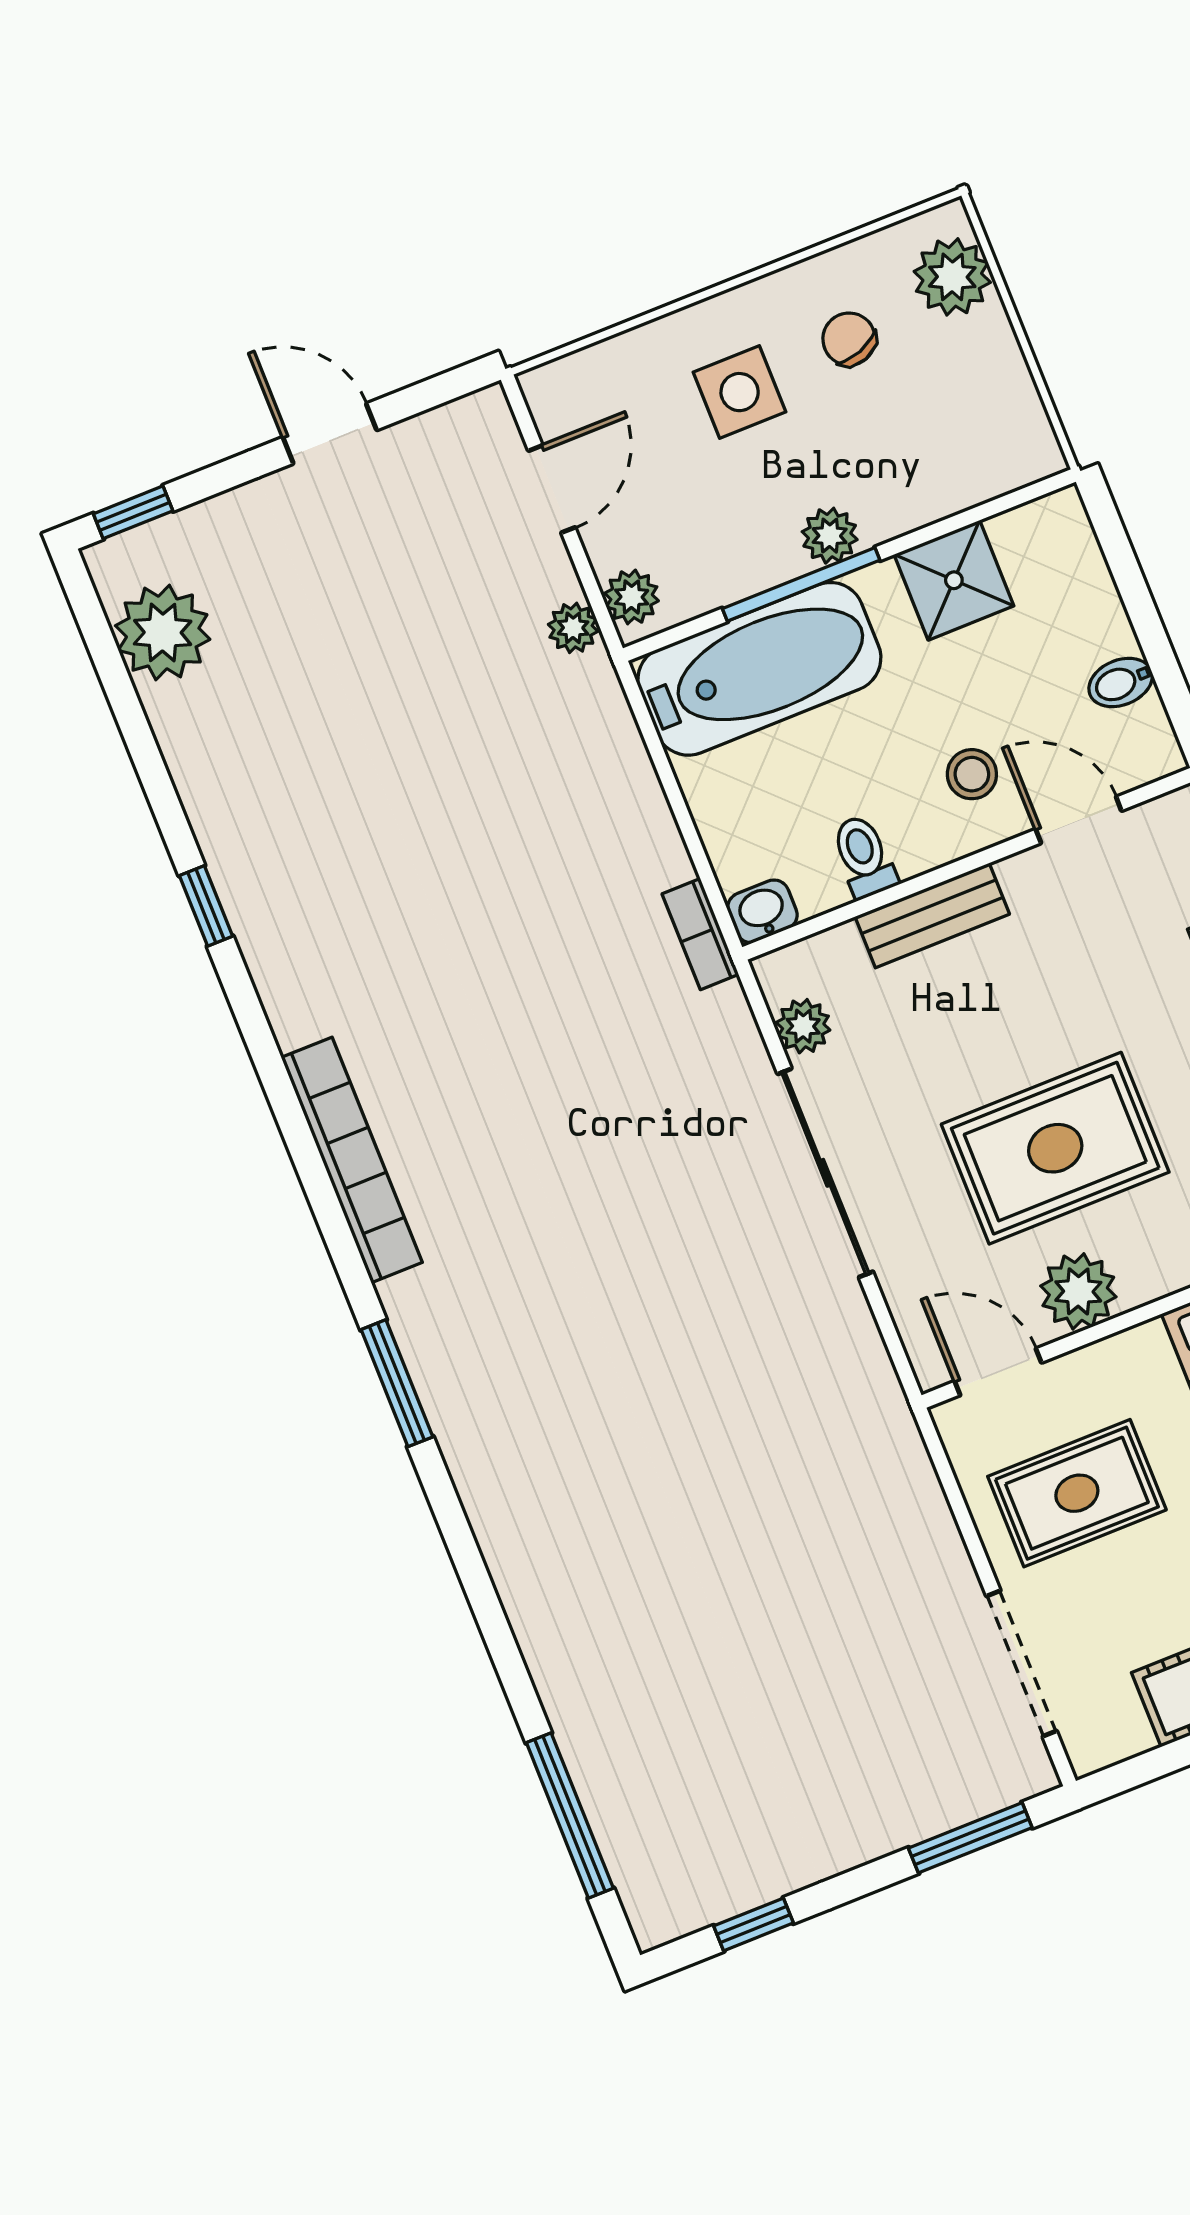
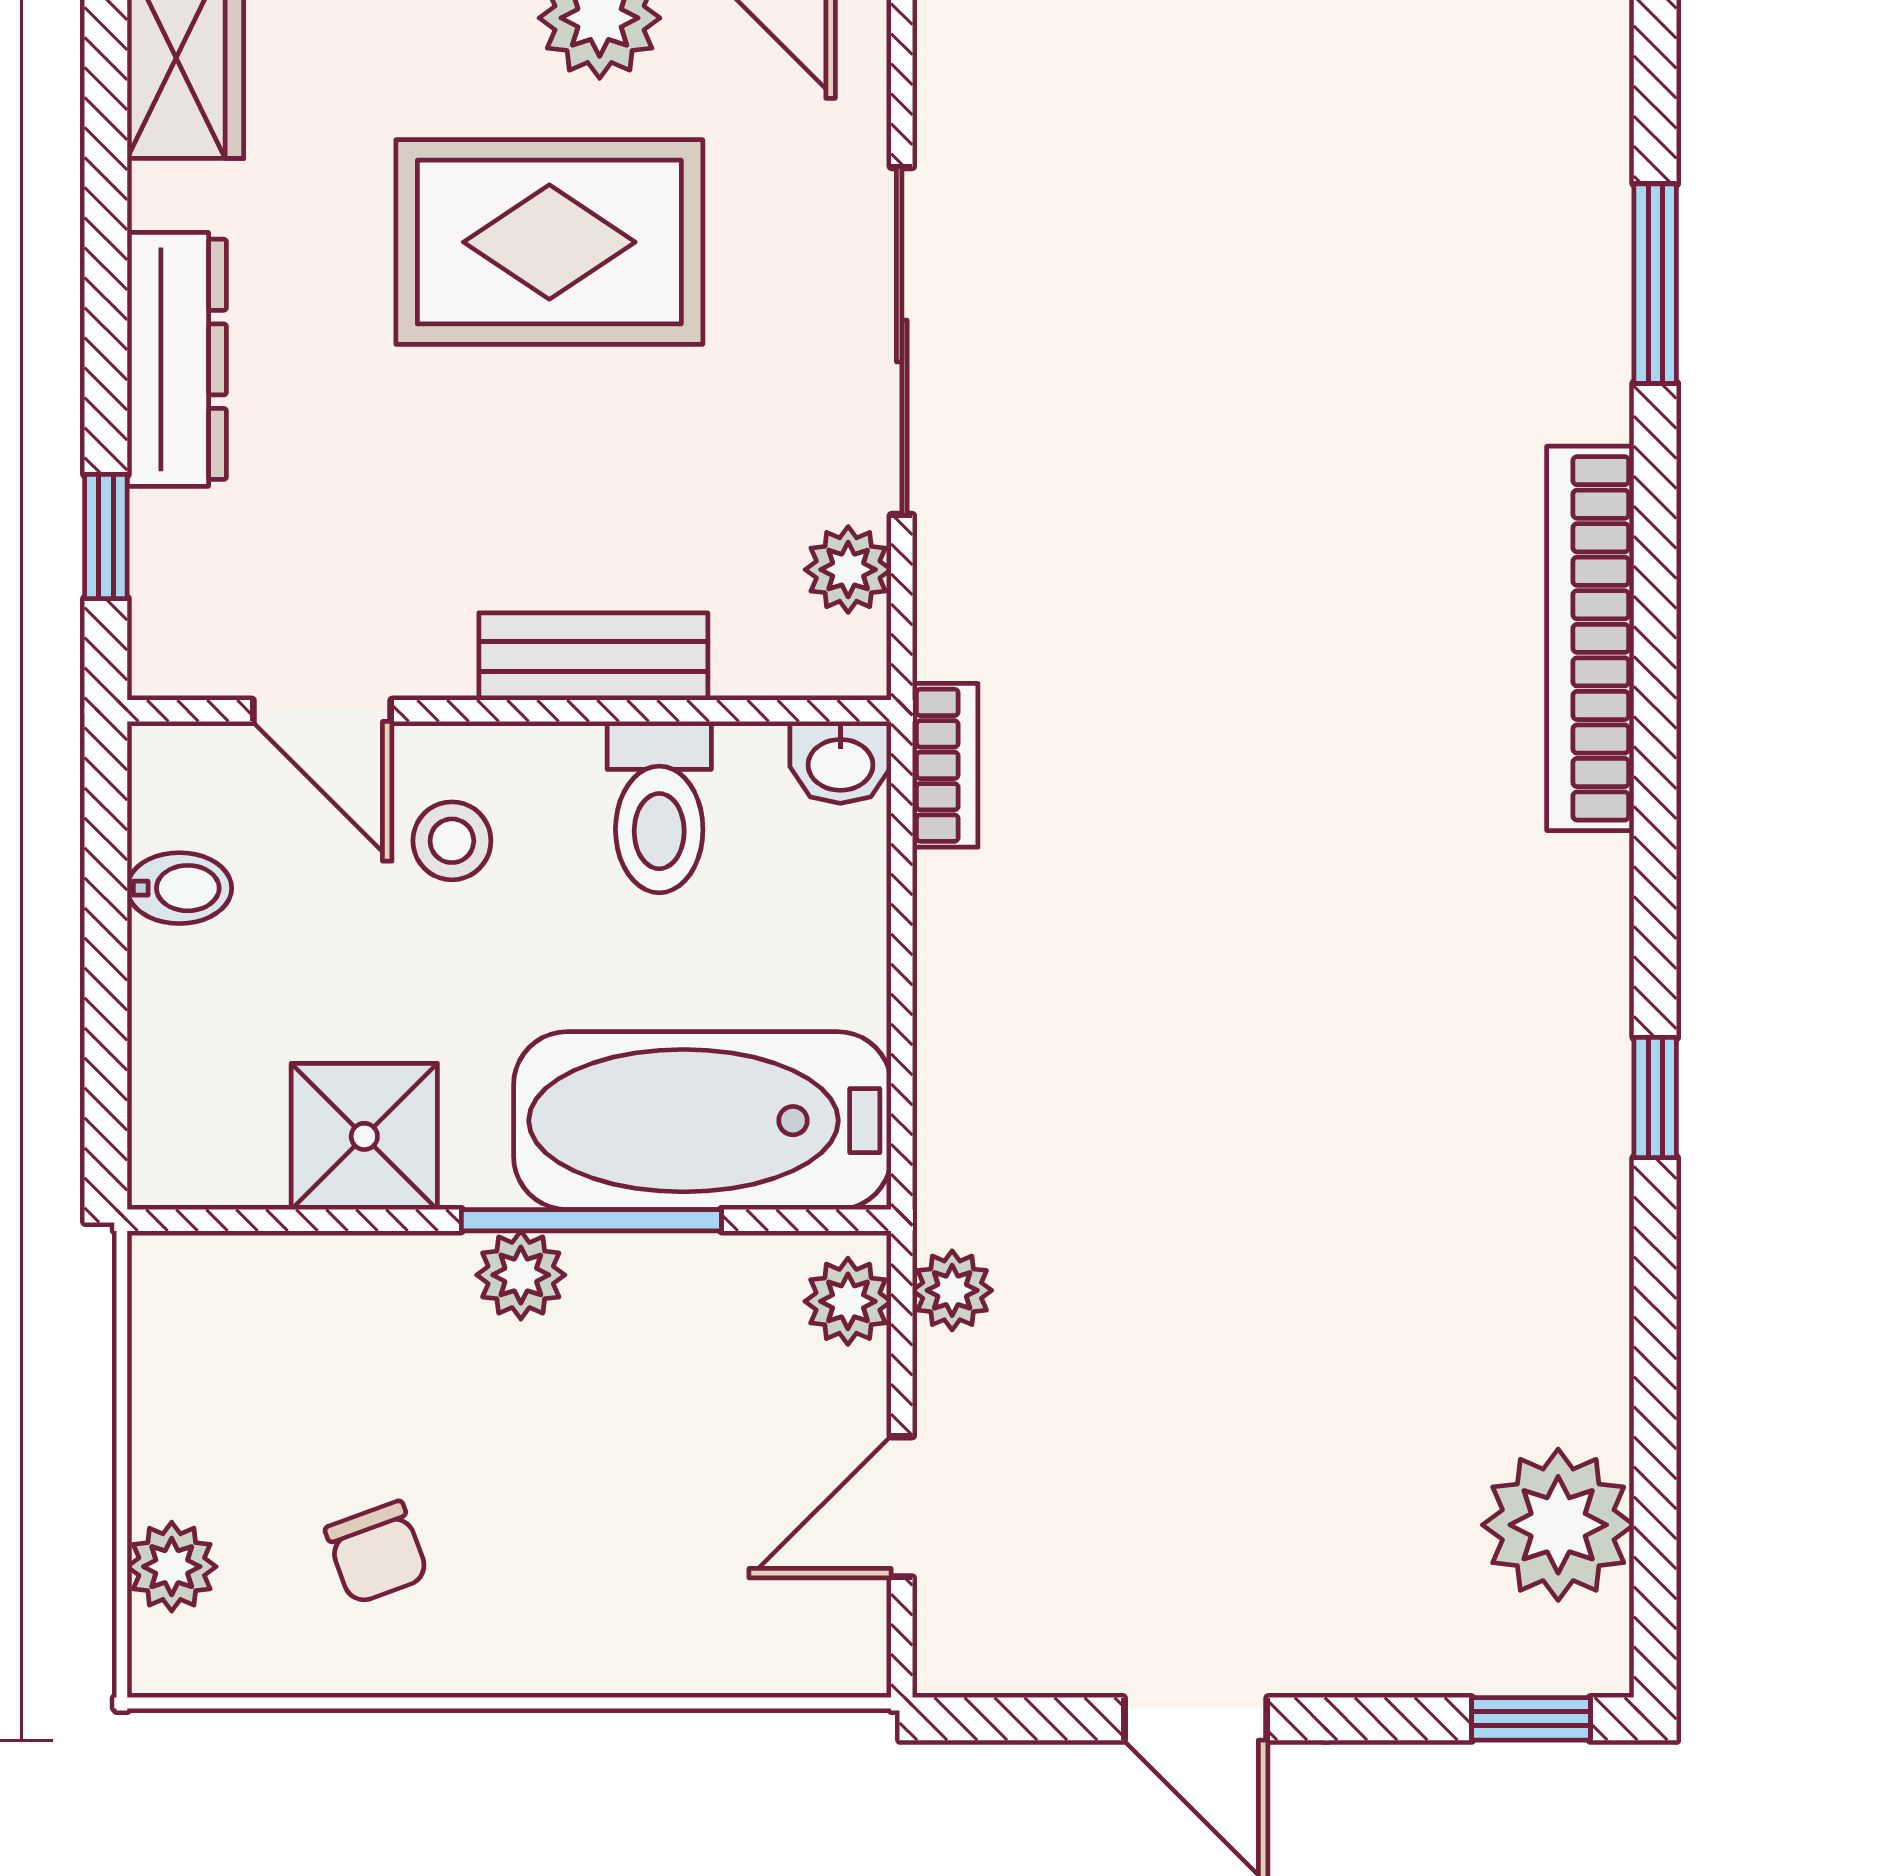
plant: (952, 277) -> (172, 1567), width x0.73, depth x0.73
side table: (740, 392) -> (569, 1539), removed
toilet: (864, 857) -> (659, 807), width x1.37, depth x1.39

